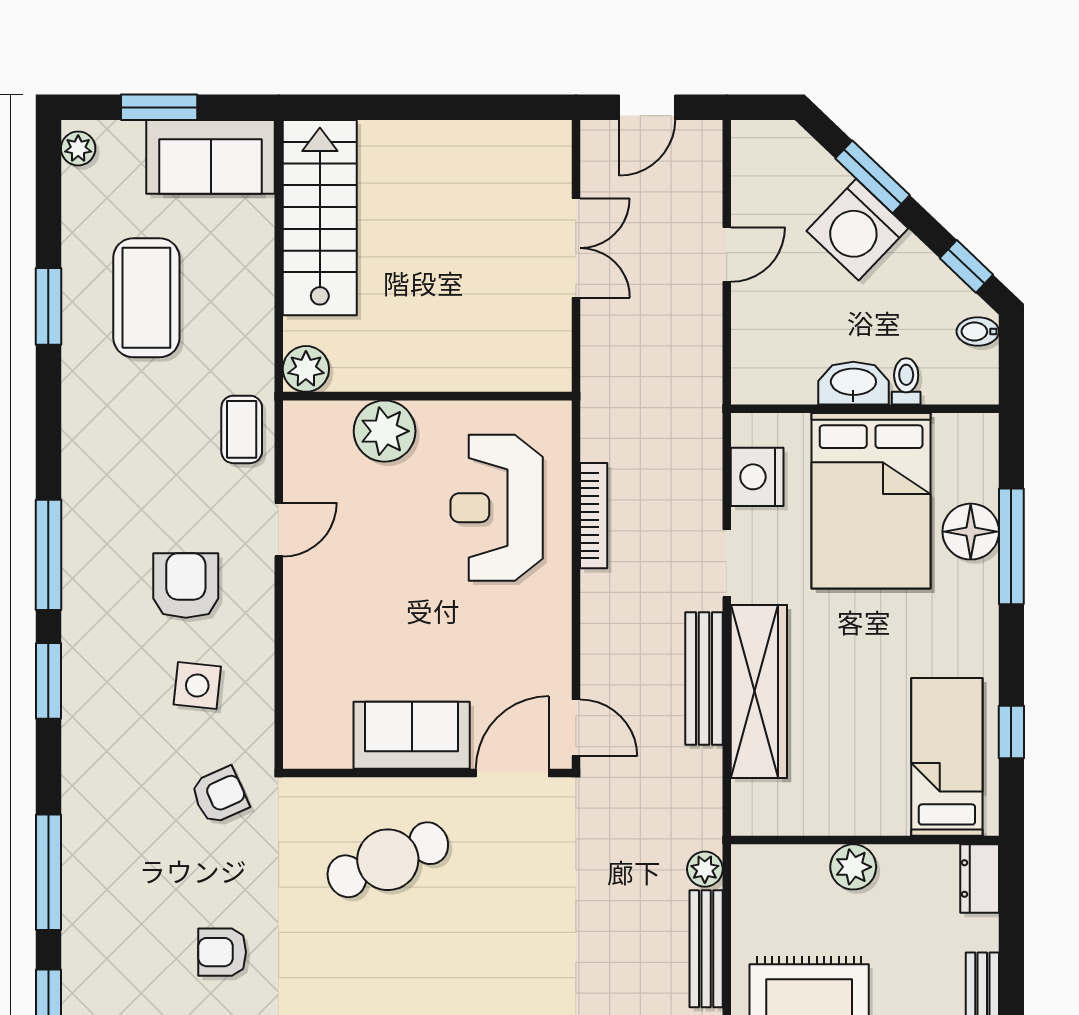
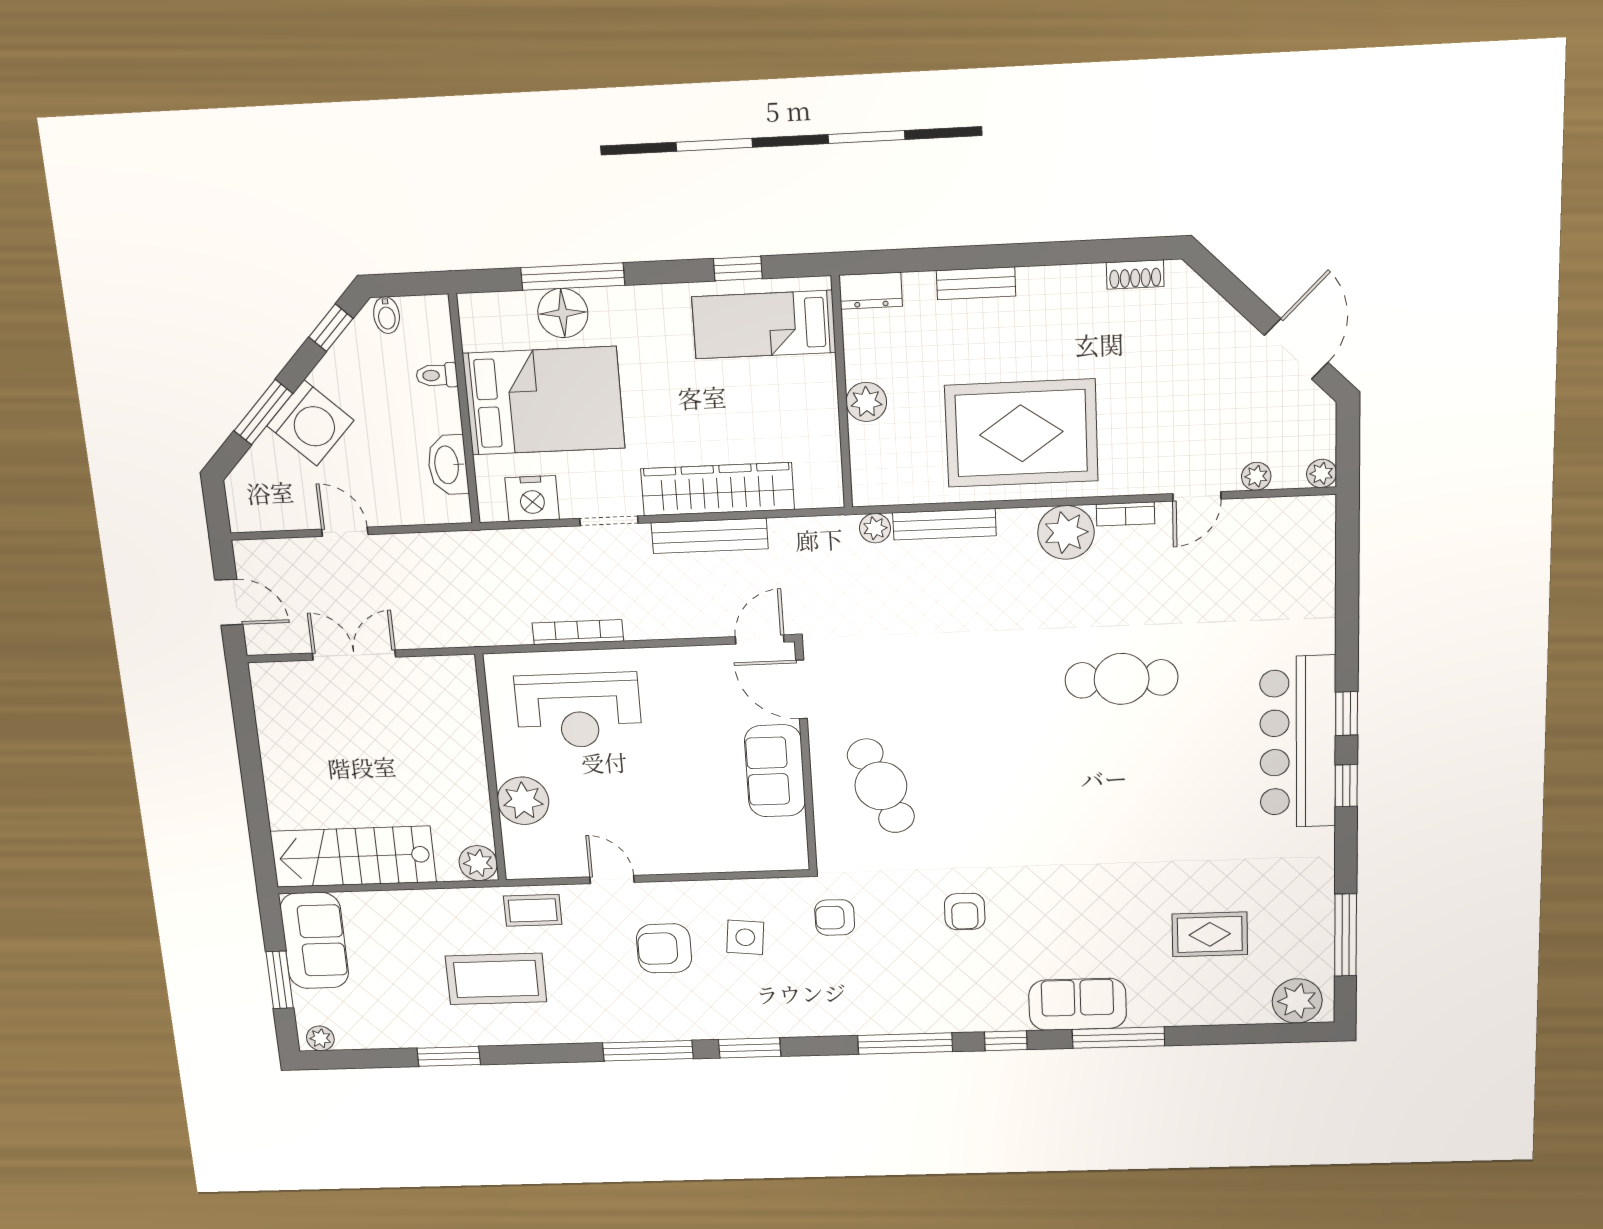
coffee table: (146, 298) -> (496, 979), moved
washbasin: (853, 383) -> (448, 465), moved
armchair: (220, 795) -> (835, 917), turned -66

